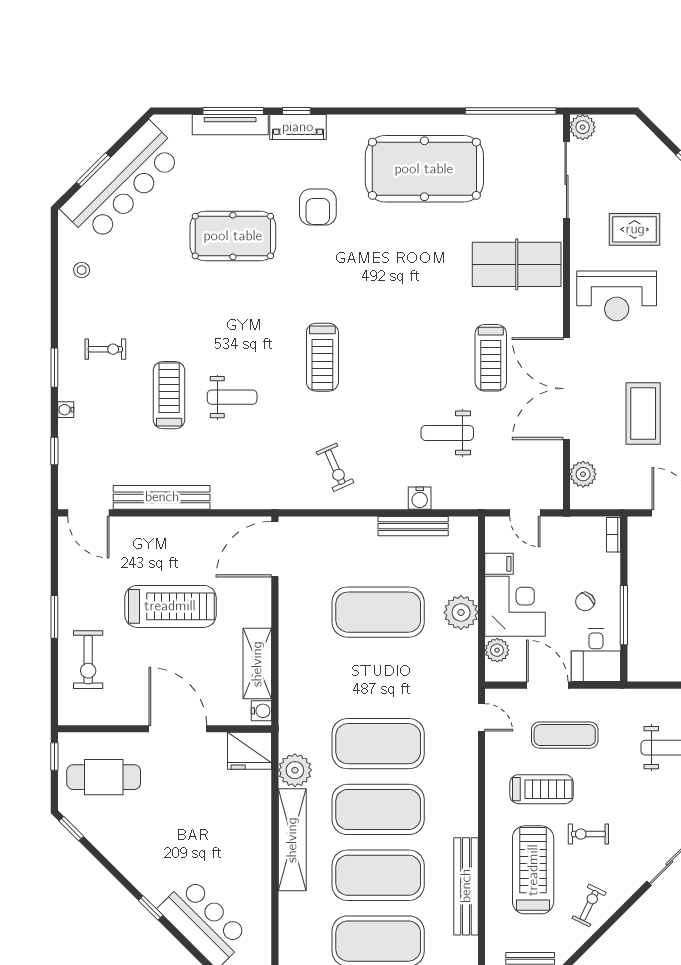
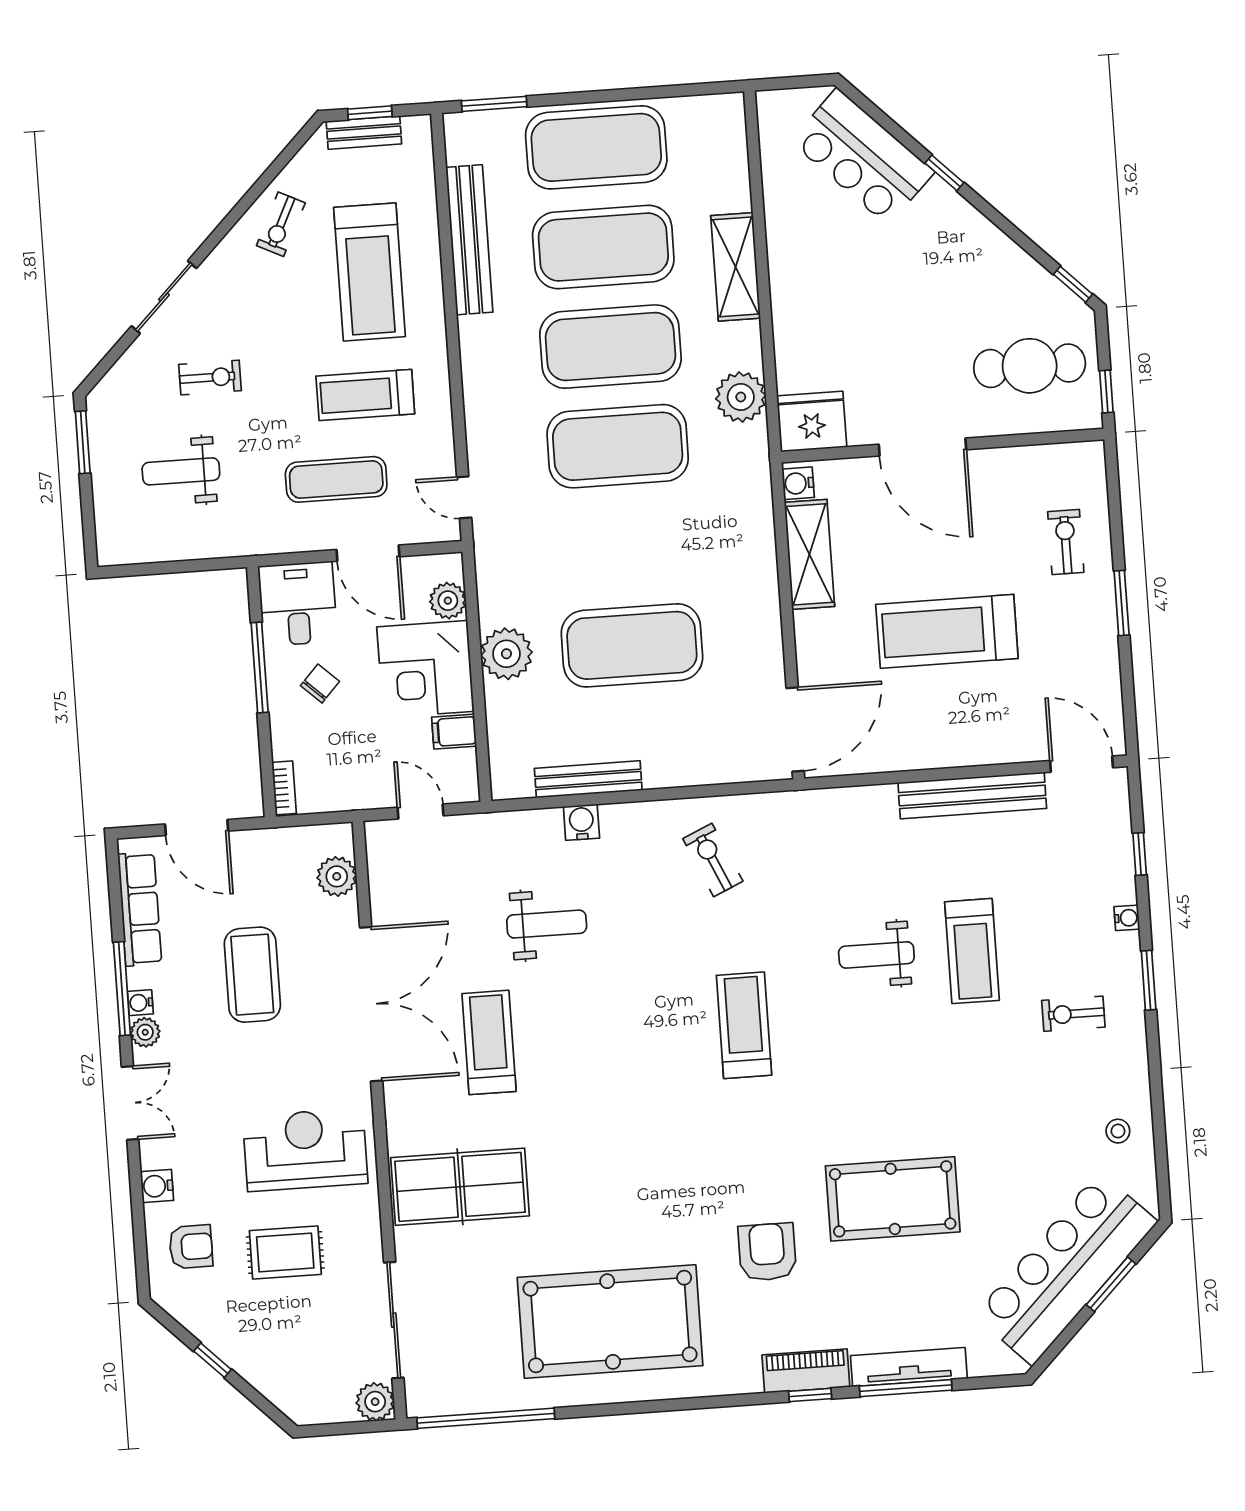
exercise bike: (88, 660) -> (1066, 542), width x0.73, depth x0.72
exercise bike: (588, 834) -> (210, 377), moved
shelving: (292, 840) -> (736, 267), width x0.68

